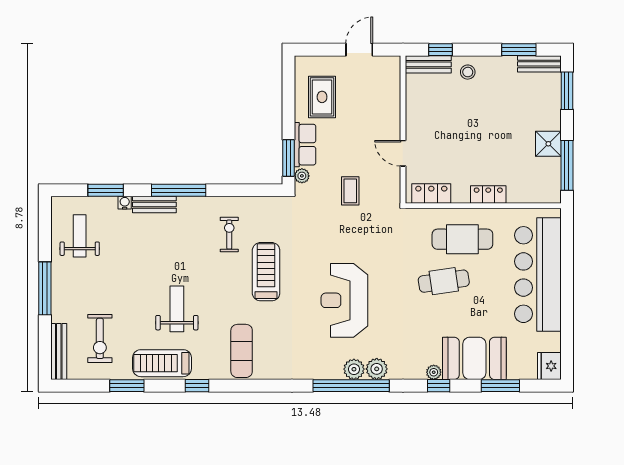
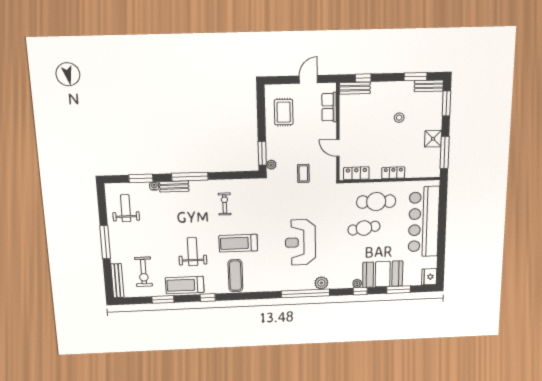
stool: (468, 72) -> (399, 118), moved
row of seats: (305, 145) -> (329, 107), moved, turned 180
treadmill: (266, 272) -> (238, 243), moved, turned -90
plant: (354, 369) -> (307, 284), removed

